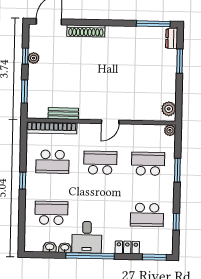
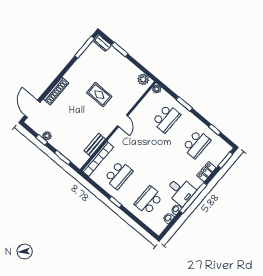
rug: (118, 77) -> (99, 95), added
school desk: (100, 163) -> (142, 147), removed
school desk: (148, 164) -> (166, 118), turned 180

